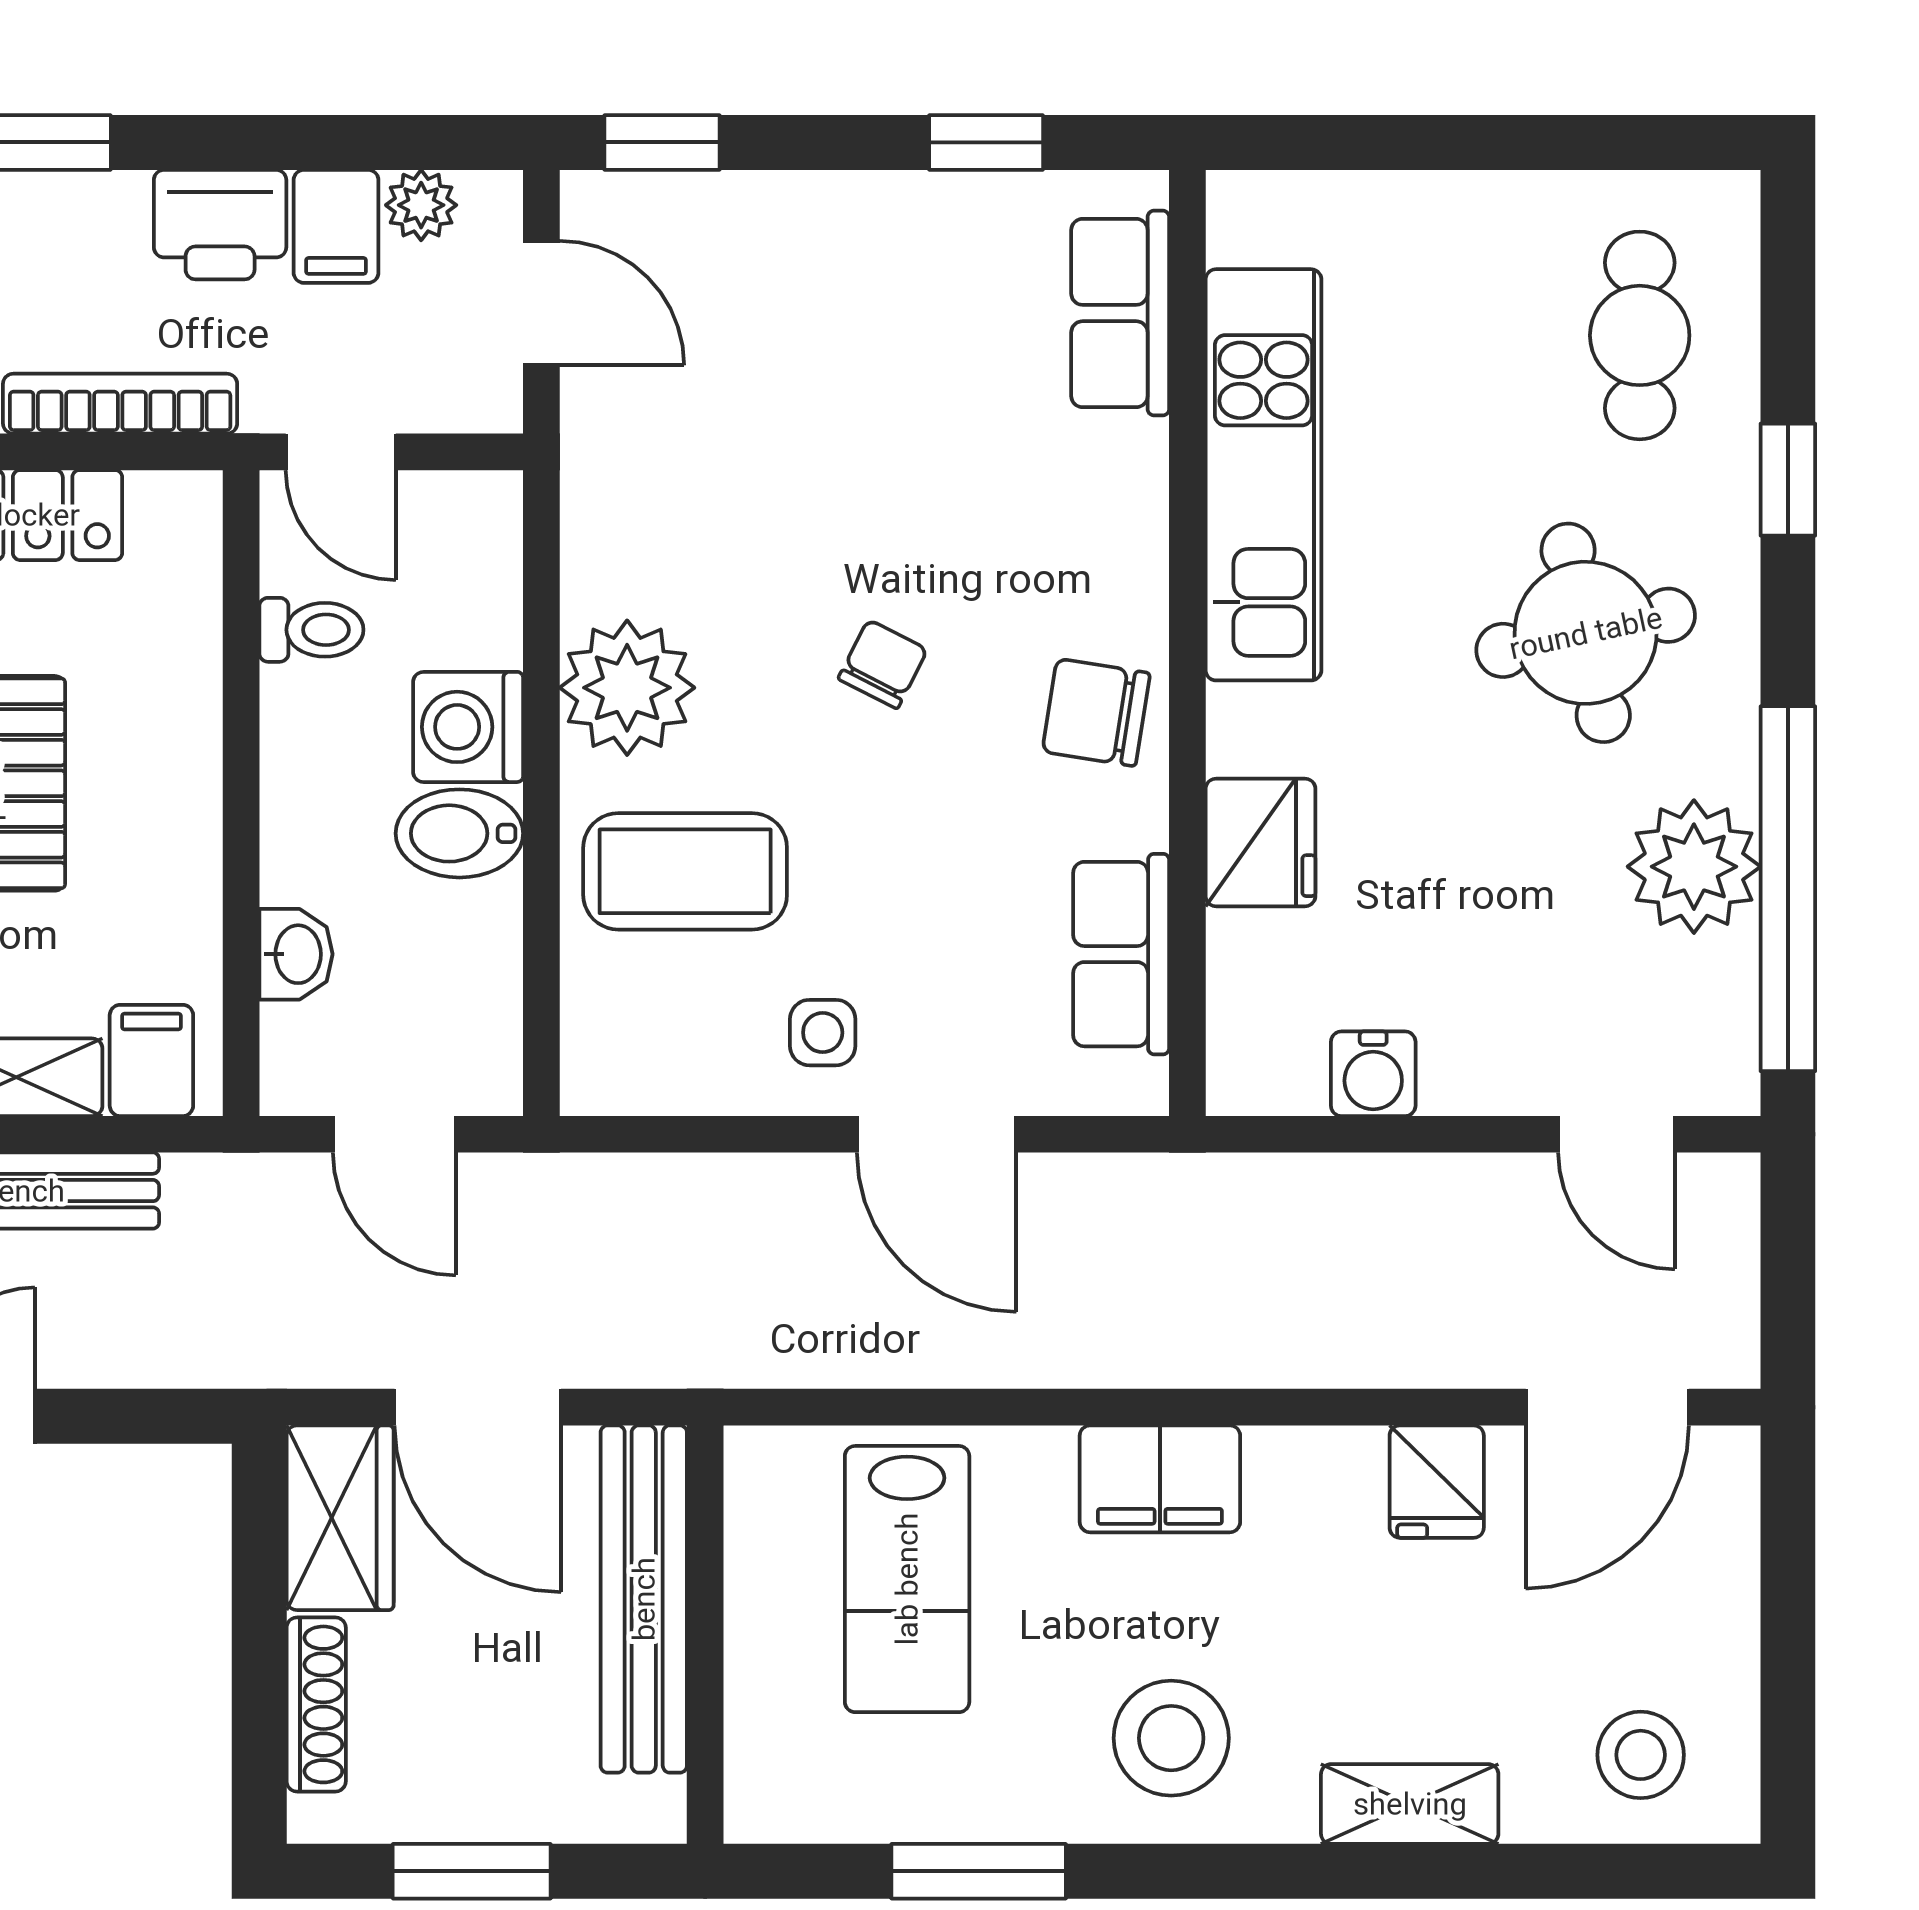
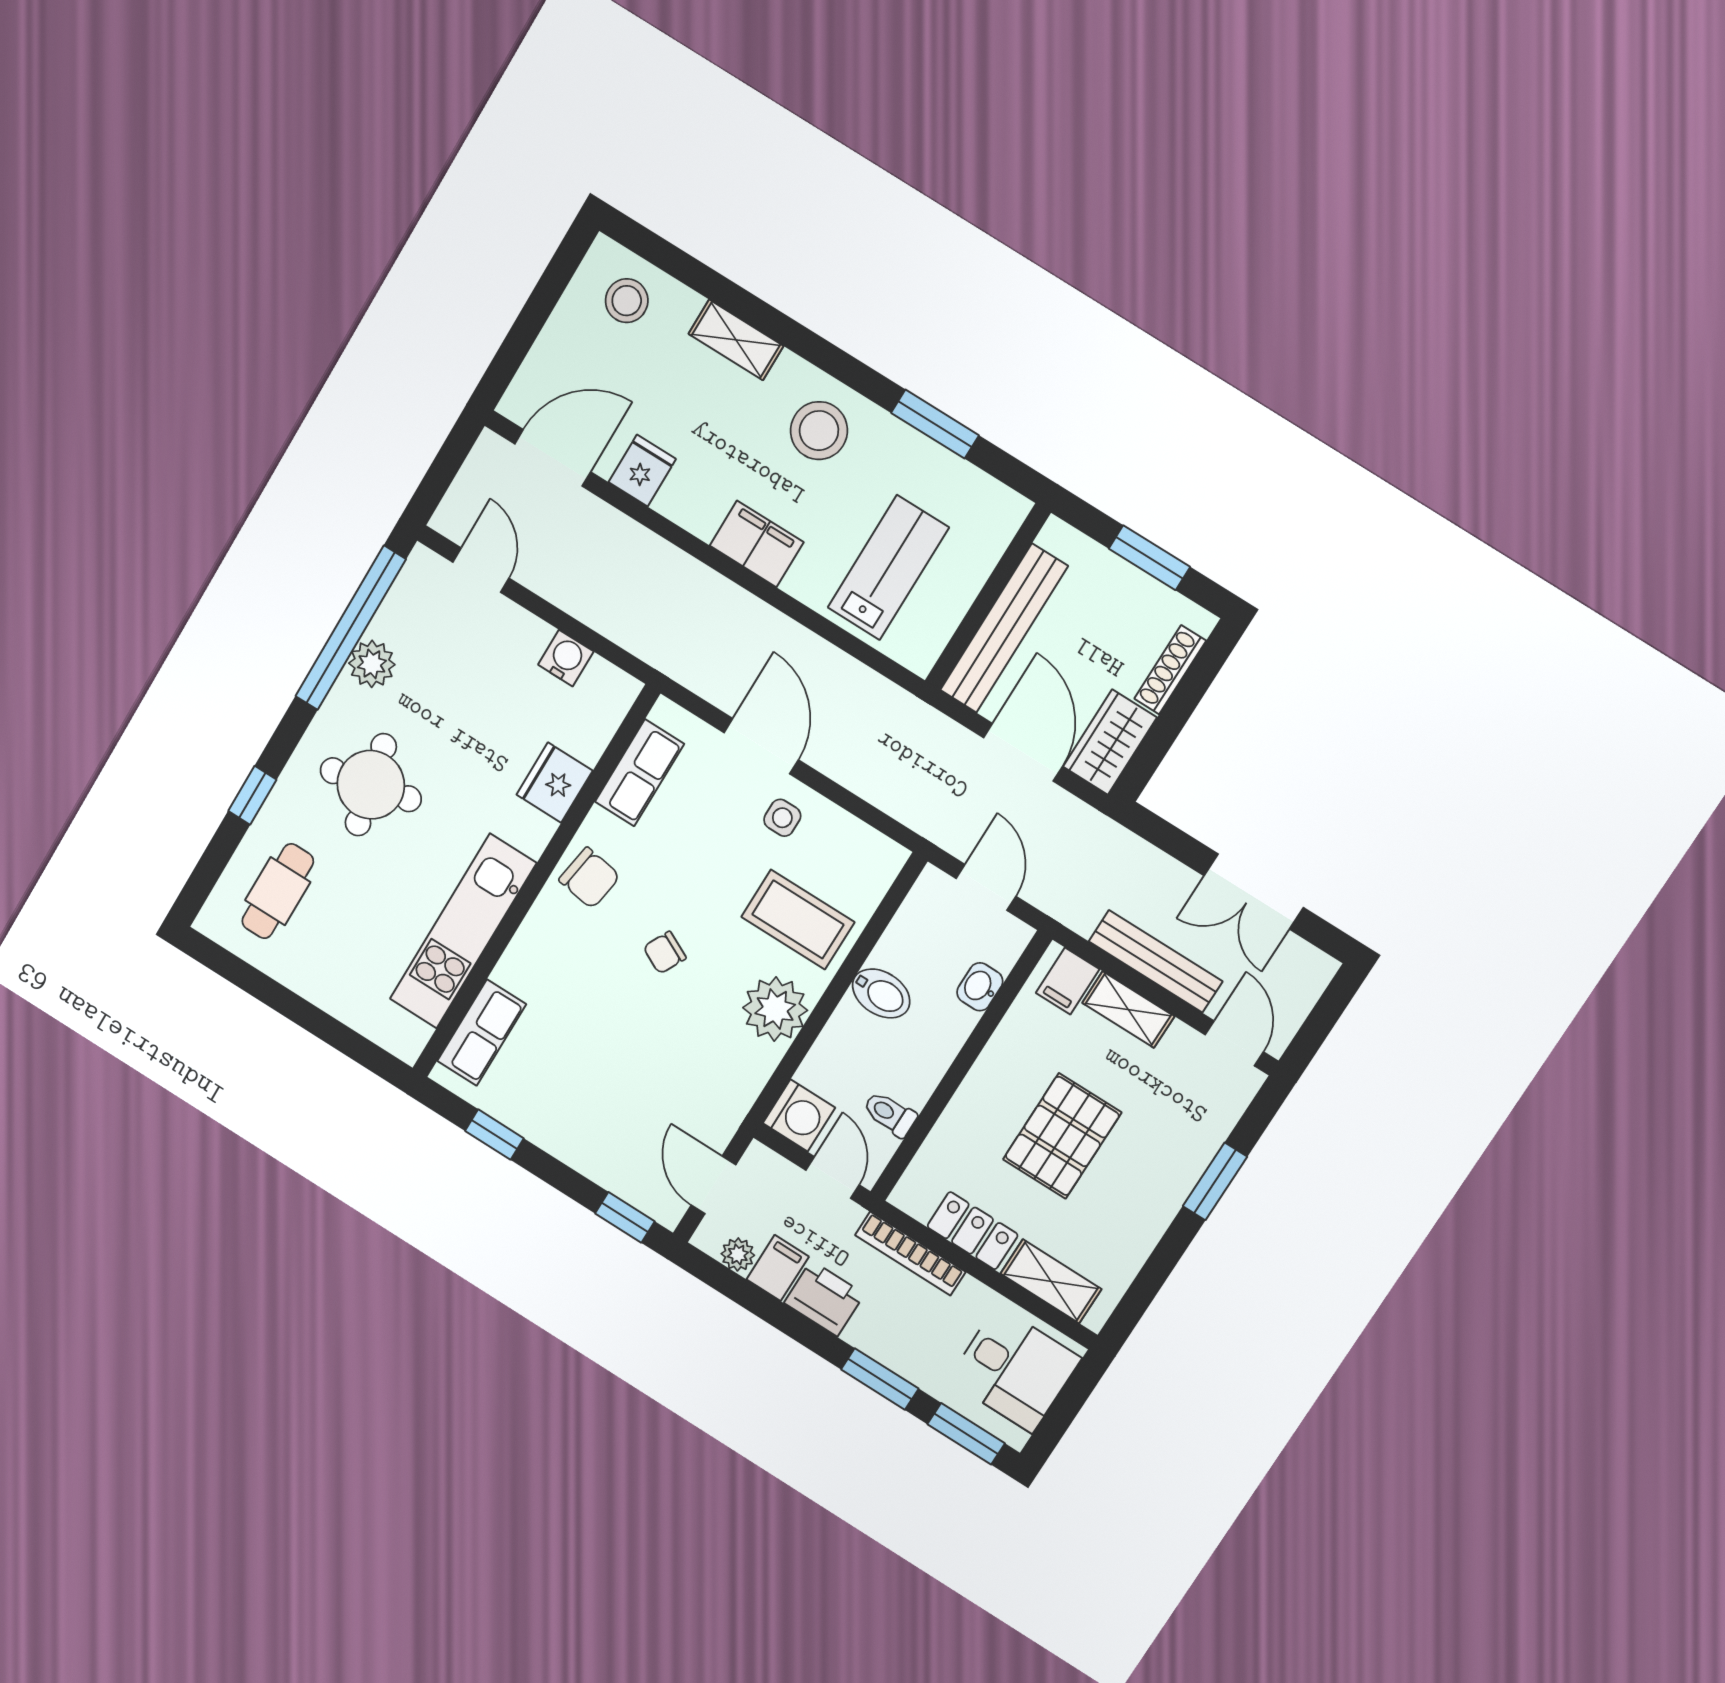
washing machine: (468, 727) -> (799, 1115), moved
plant: (1694, 867) -> (372, 664), width x0.73, depth x0.73

